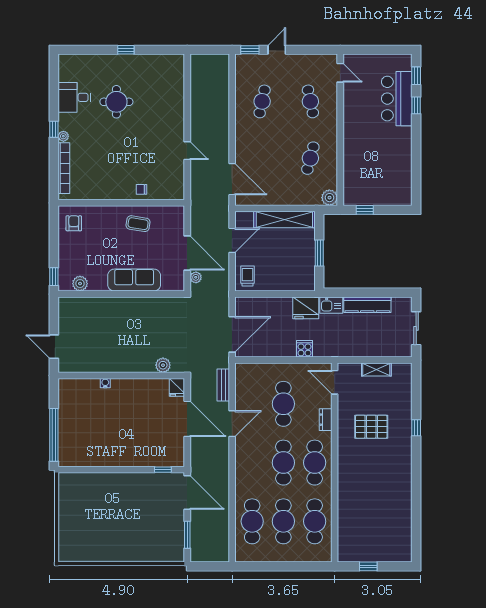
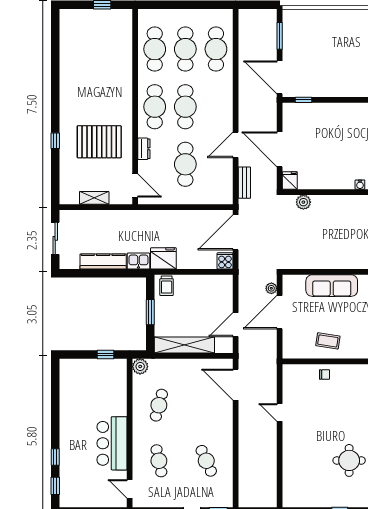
bar counter: (397, 99) -> (112, 443), moved, turned 180
cafe table: (262, 101) -> (206, 461), turned -36
door: (187, 253) -> (280, 312), hinge flipped
trolley: (247, 276) -> (167, 286), moved
cooker: (304, 349) -> (225, 261), moved, turned 180
pallet: (371, 427) -> (99, 142), width x1.37, depth x1.41

